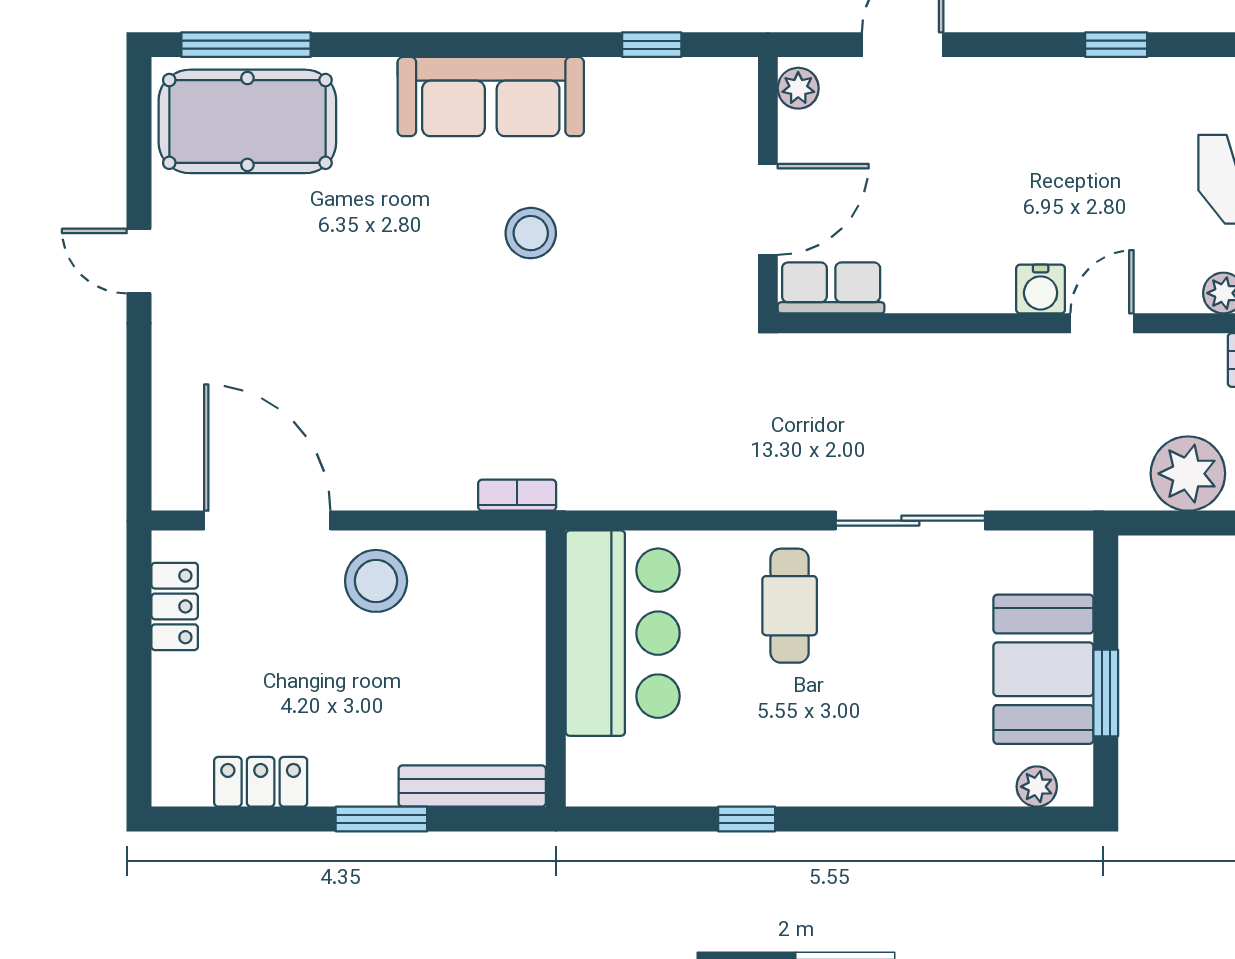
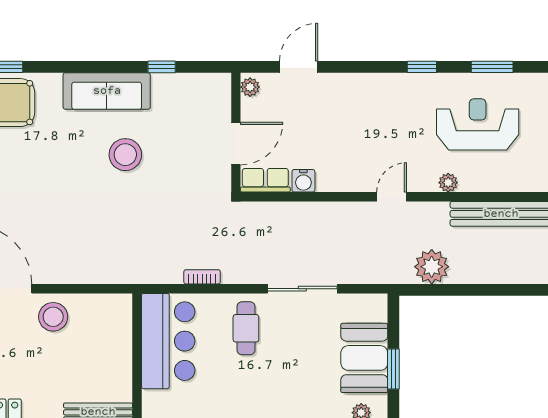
window: (652, 45) -> (162, 67), moved
window: (1116, 45) -> (422, 67), moved
stool: (531, 233) -> (125, 155), width x1.38, depth x1.38
water cooler: (1041, 289) -> (303, 181), moved
bookcase: (517, 495) -> (202, 277), moved

